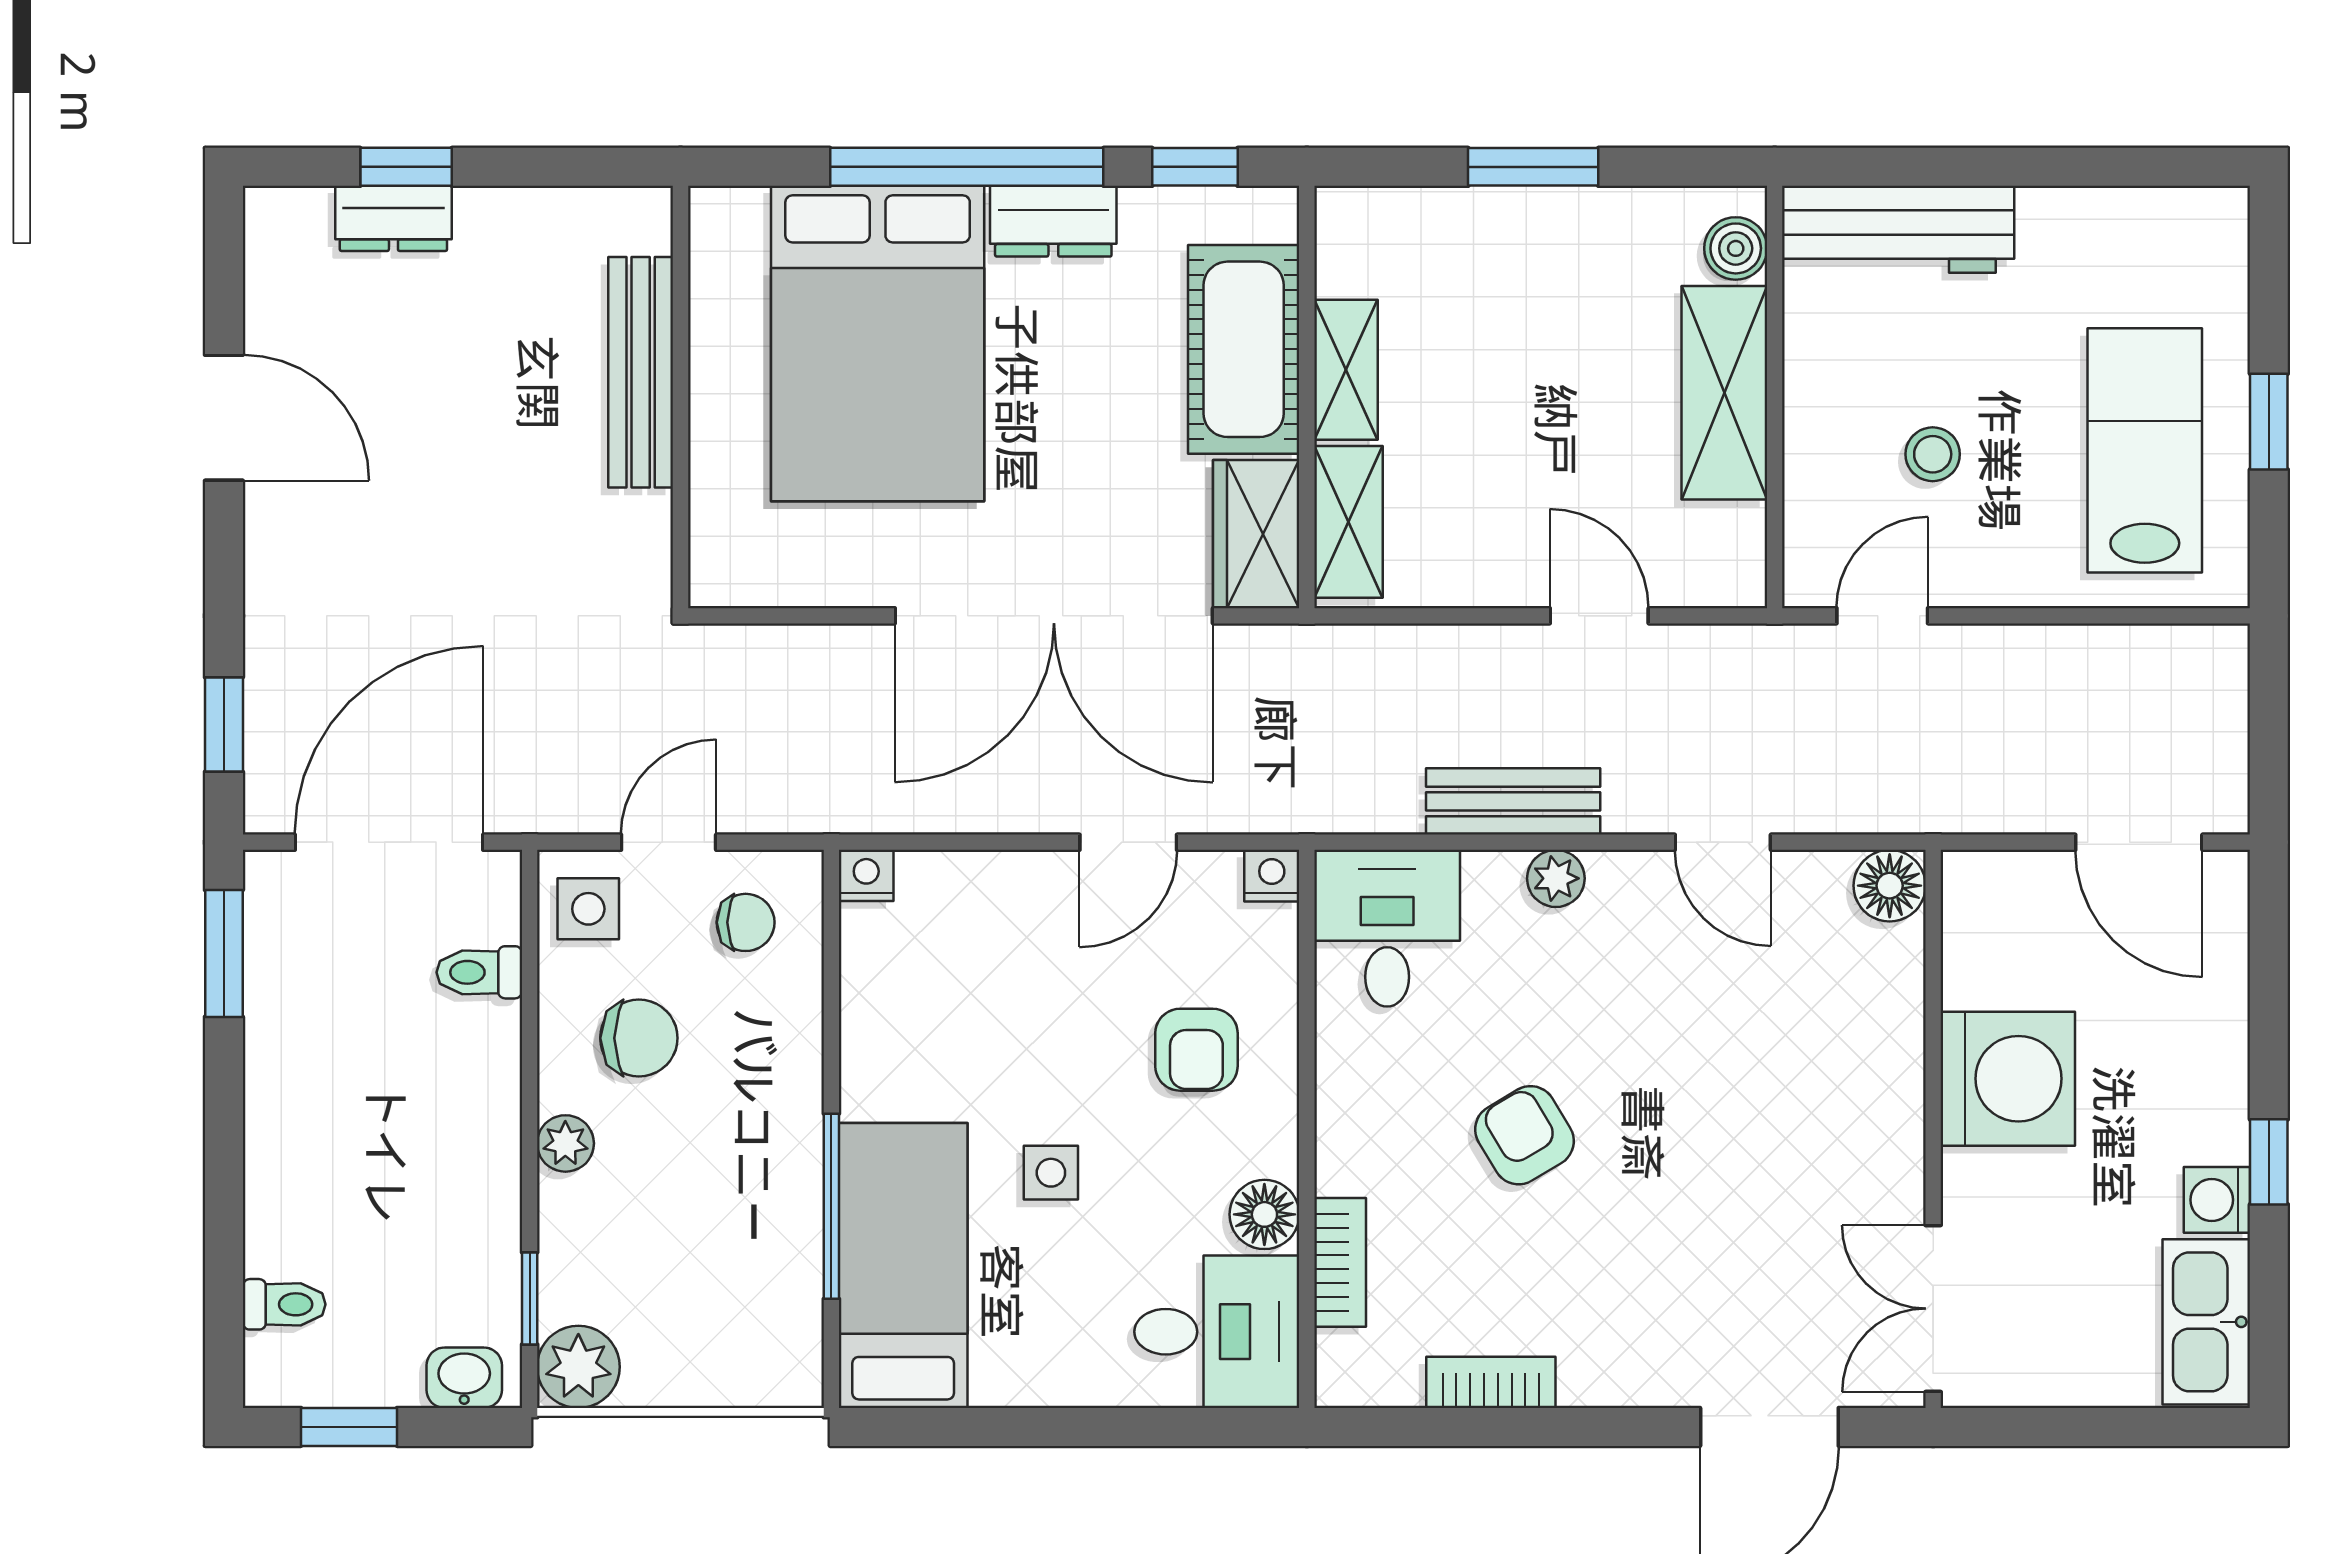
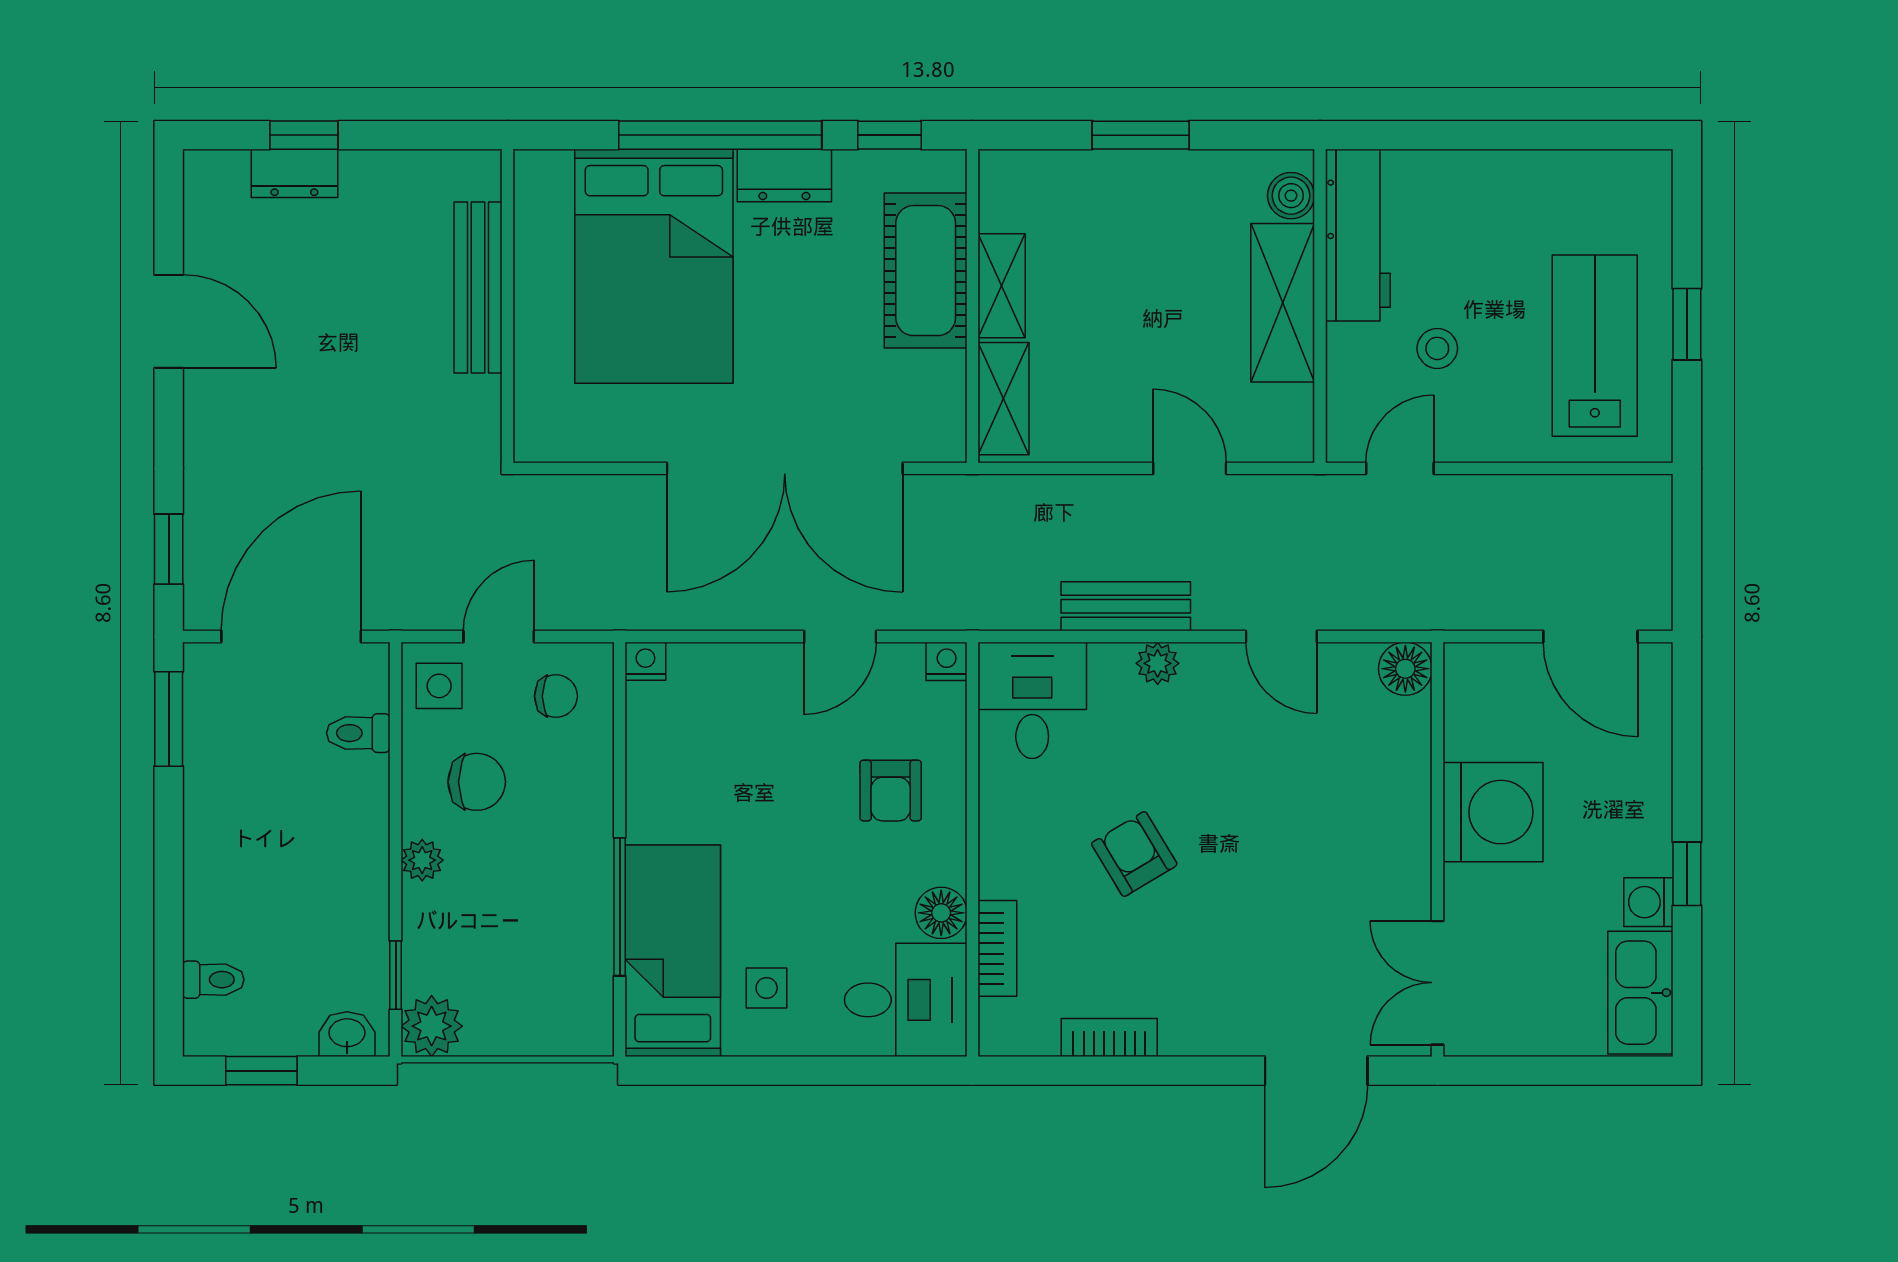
workbench: (1898, 229) -> (1358, 235), moved, turned -90
wardrobe: (1256, 534) -> (935, 408), removed
side table: (1051, 1173) -> (767, 988), moved

